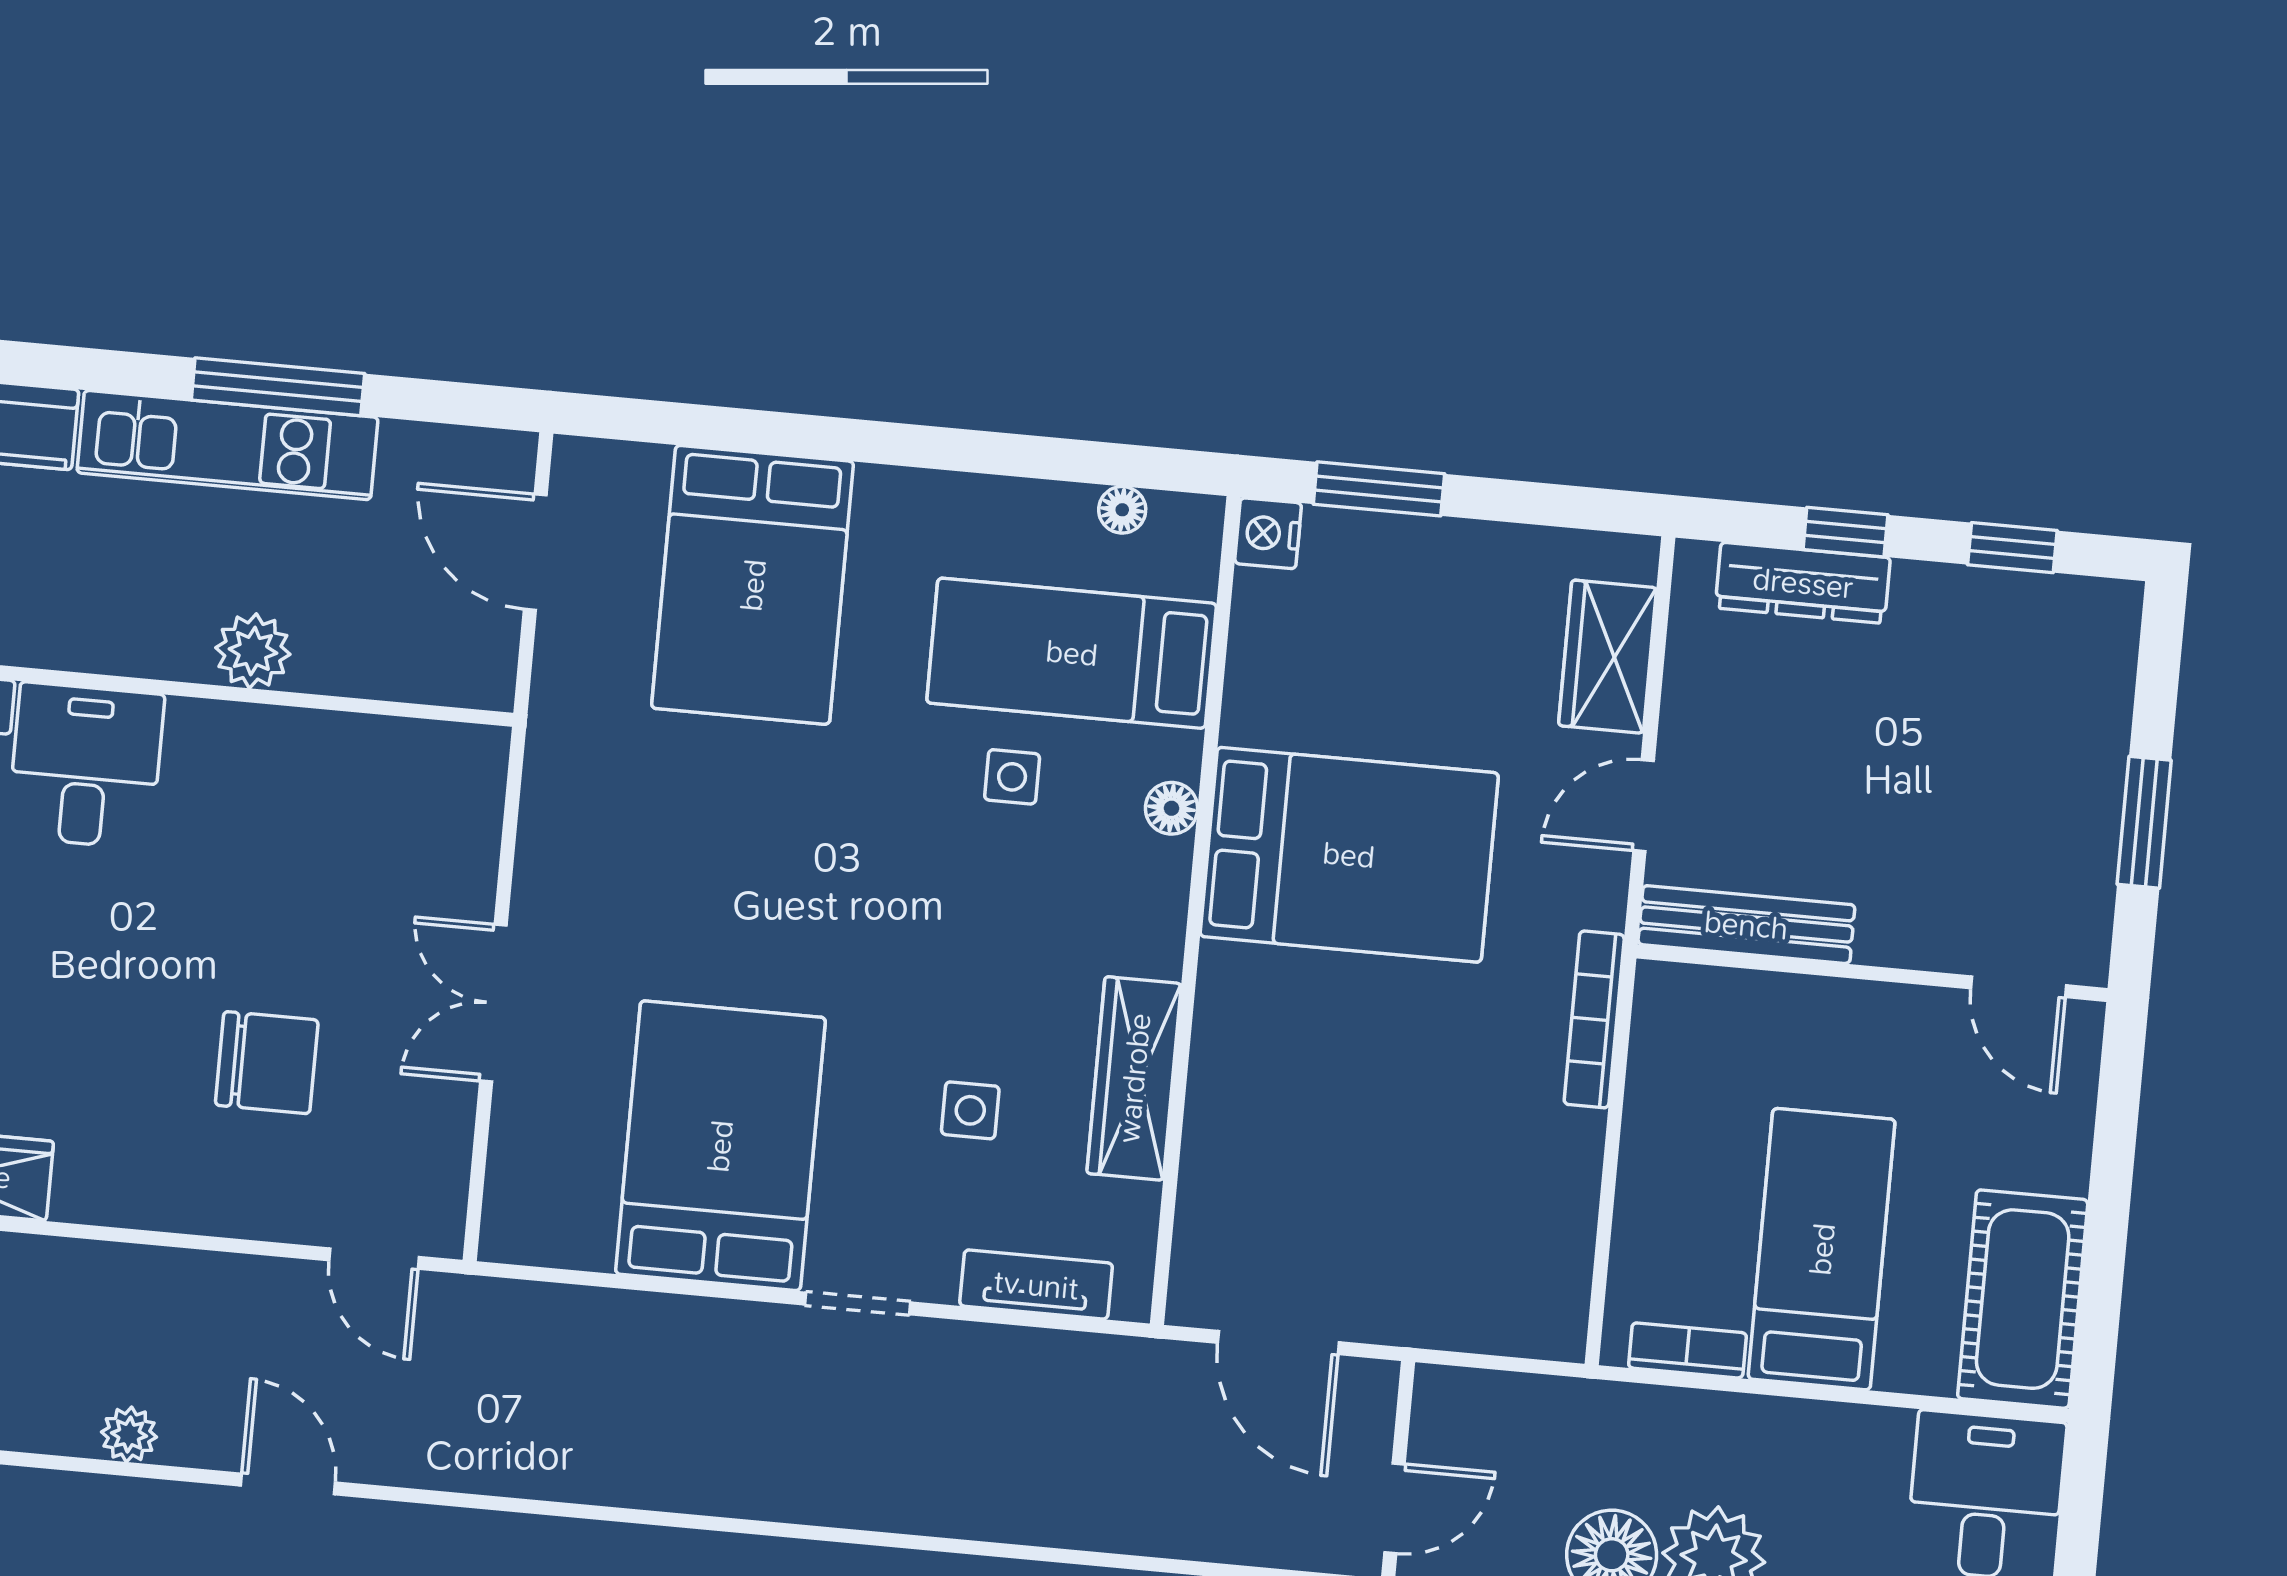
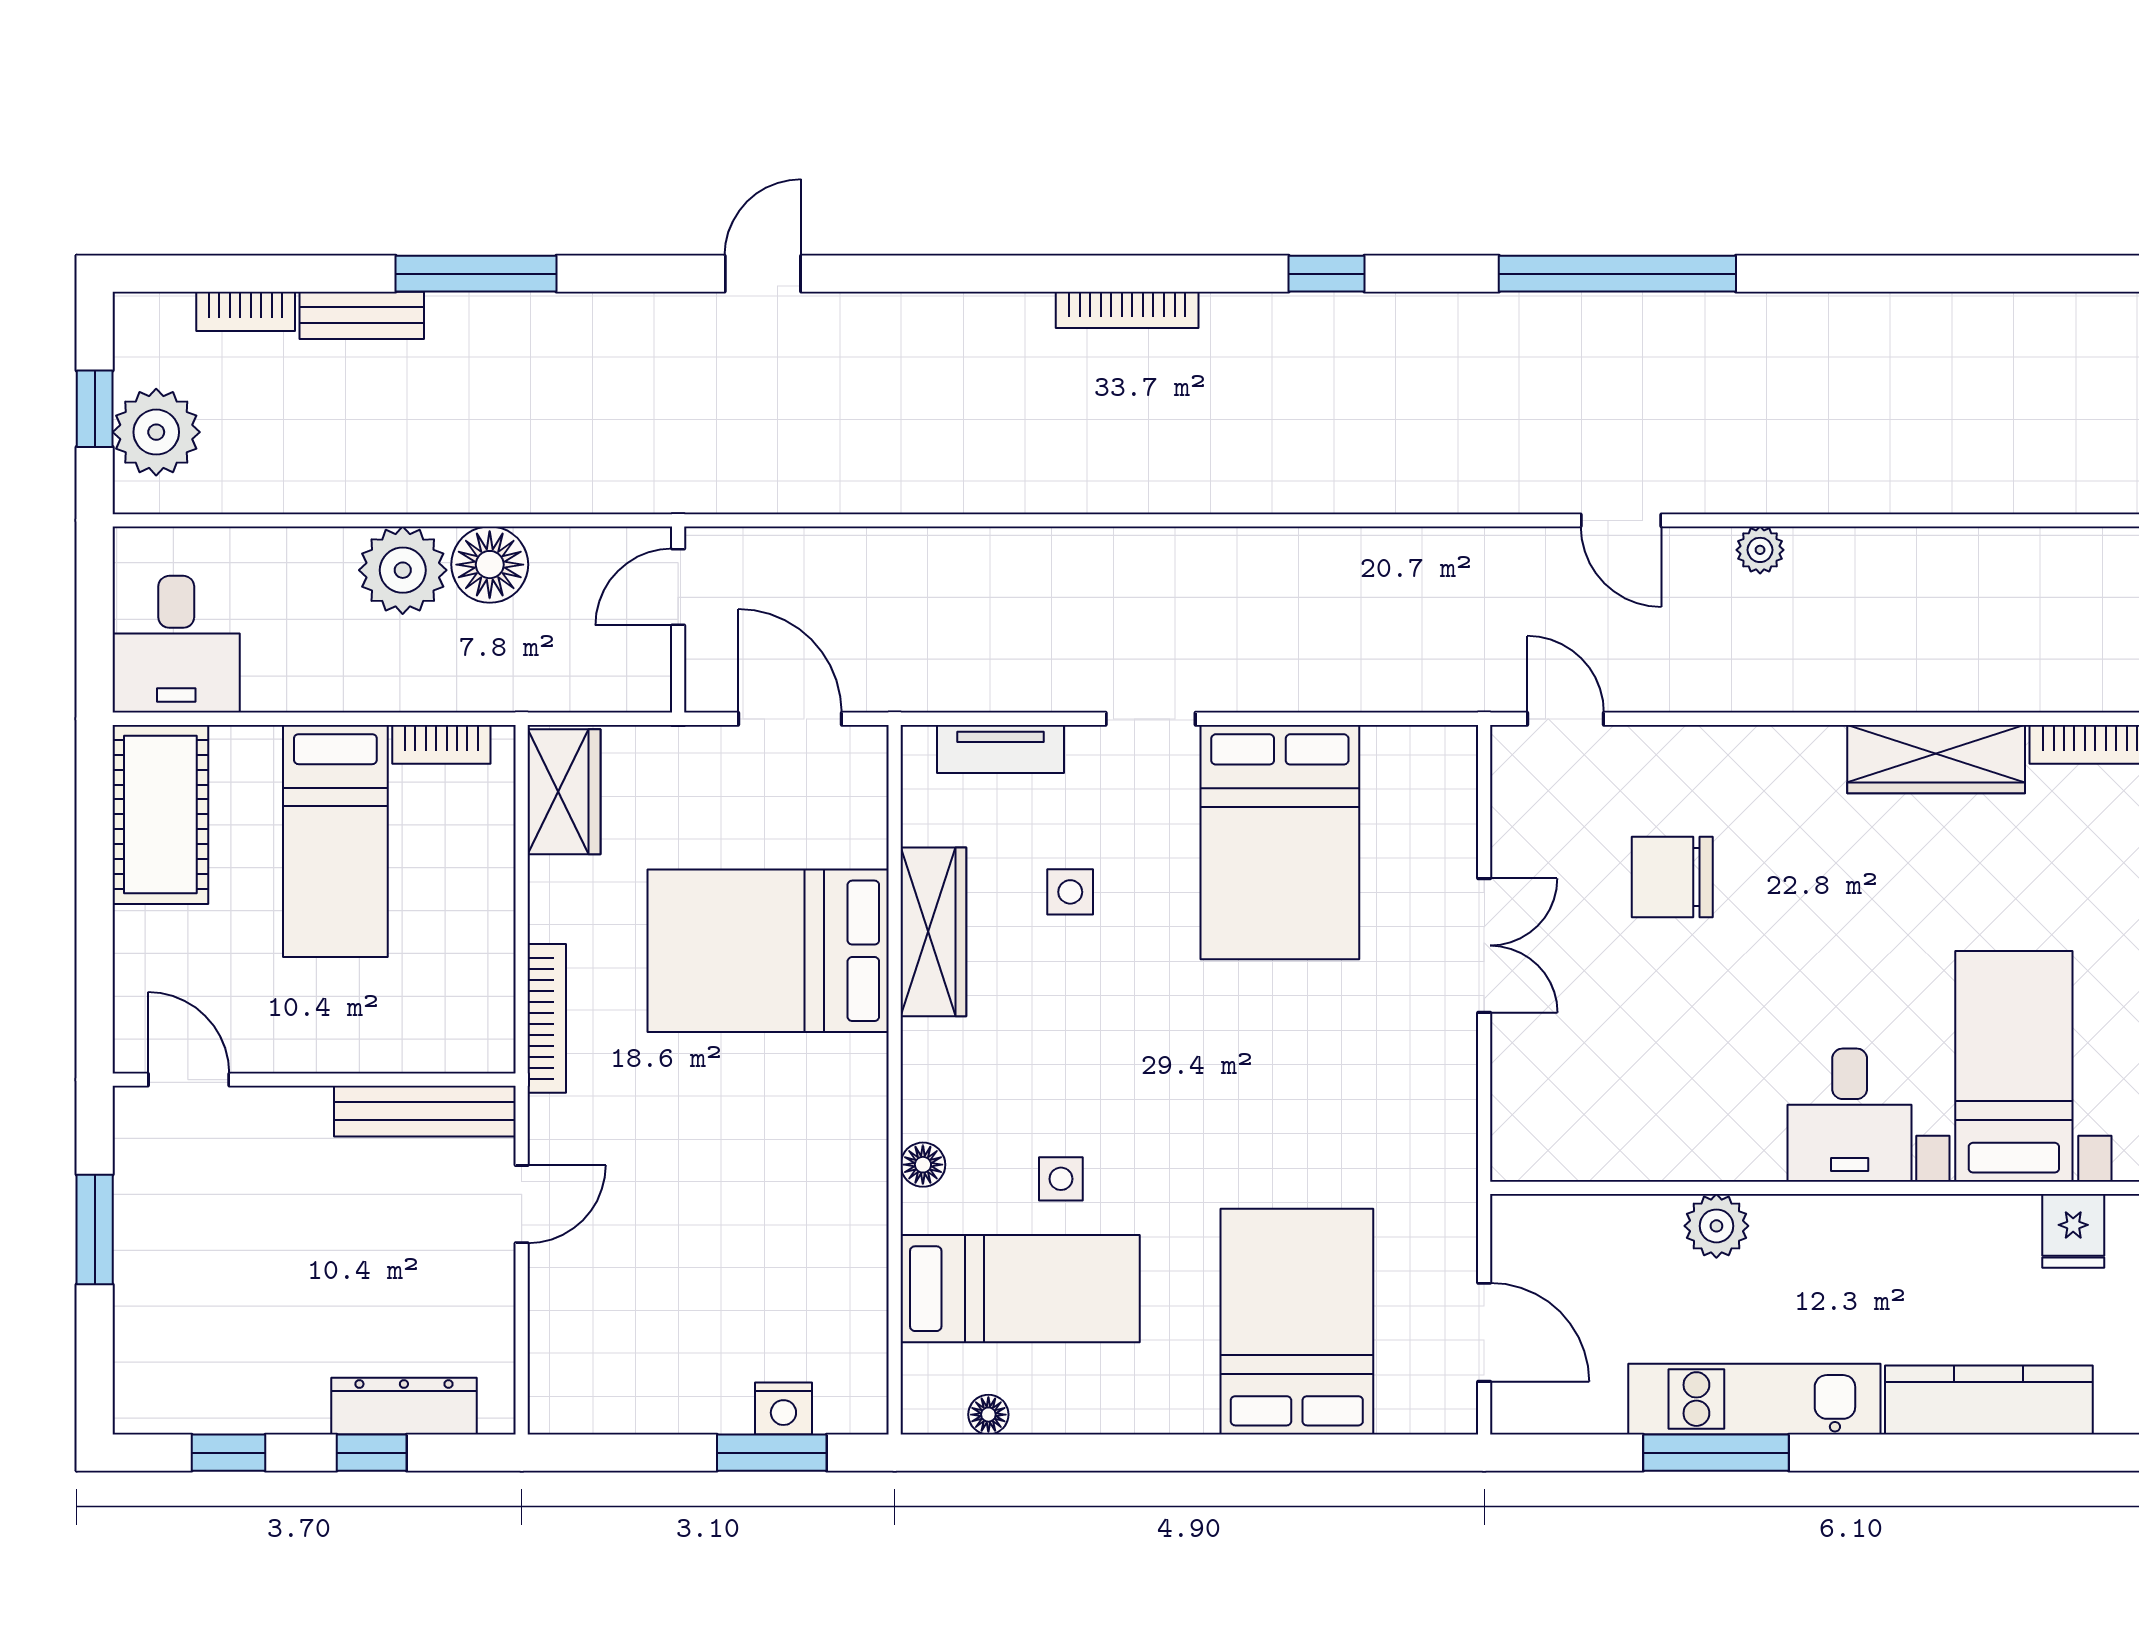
nightstand: (1268, 533) -> (783, 1408), moved, turned 90
wardrobe: (1608, 657) -> (564, 792), moved
bed: (1349, 855) -> (768, 951), moved

